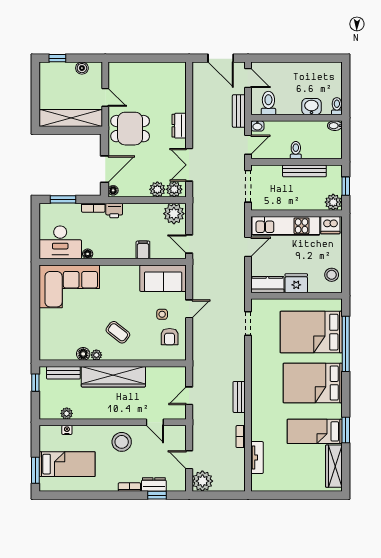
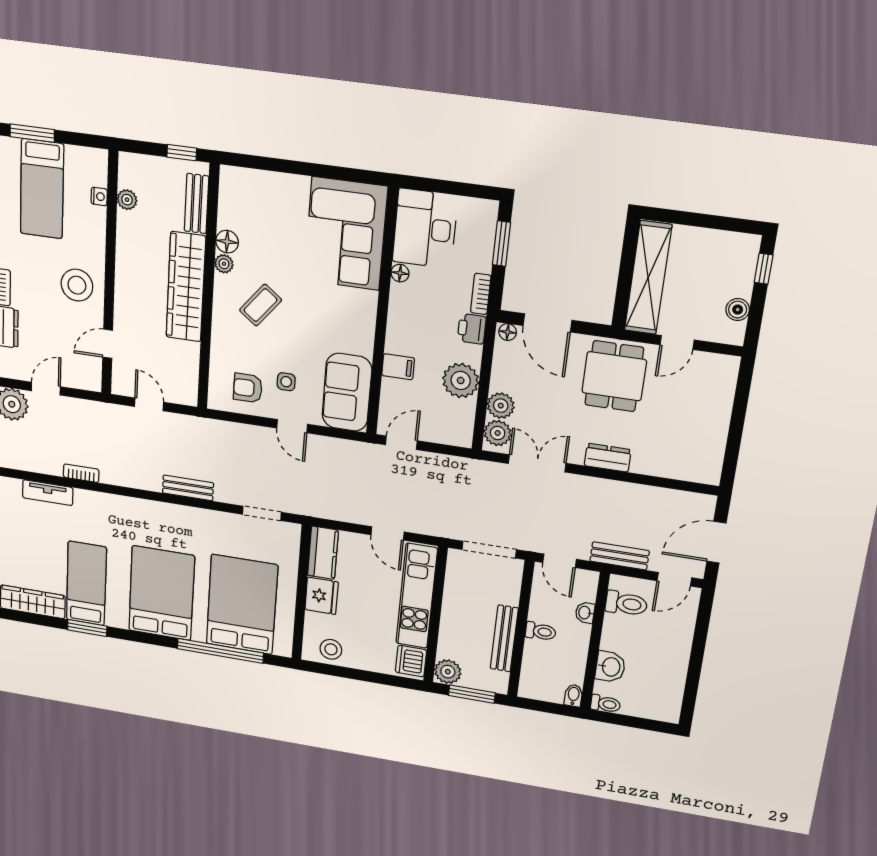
washbasin: (257, 126) -> (585, 613), moved
window: (346, 186) -> (472, 694), width x1.50
plant: (174, 214) -> (461, 380), moved
bench: (239, 397) -> (188, 488), moved

